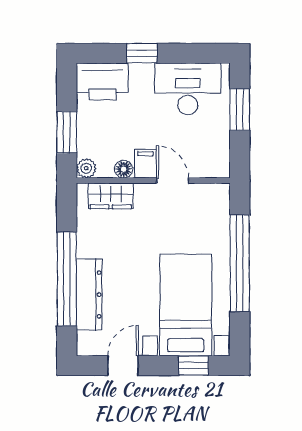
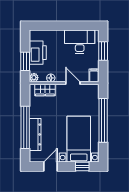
window: (142, 53) -> (59, 26), removed
printer: (102, 81) -> (38, 53), moved, turned -90
filing cabinet: (145, 164) -> (94, 75), moved

